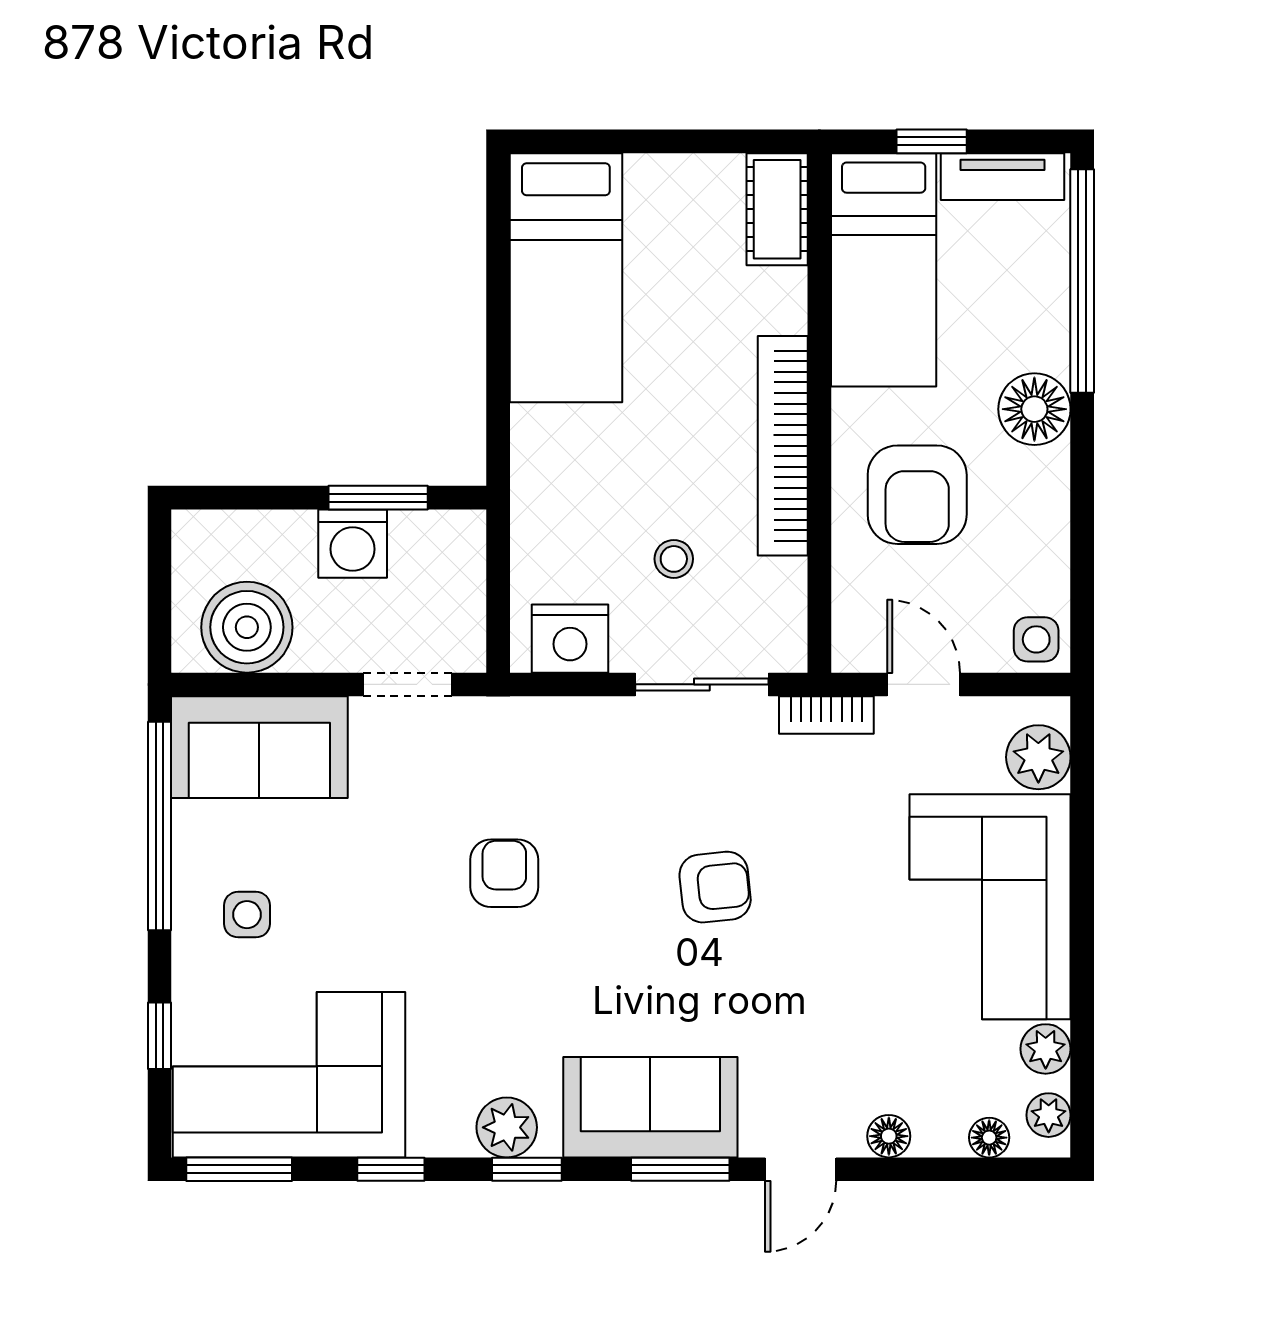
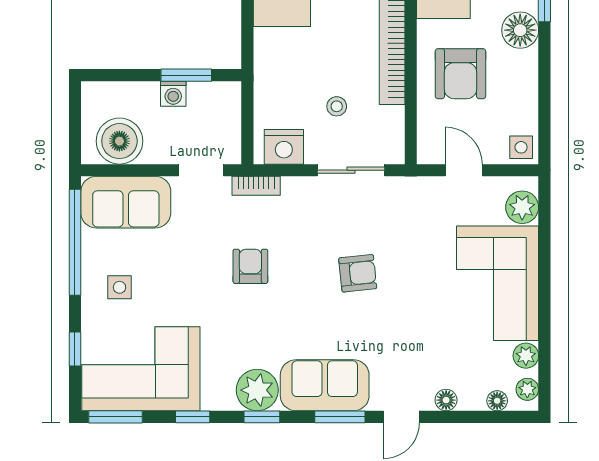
washing machine: (353, 544) -> (173, 94), width x0.73, depth x0.73
bookcase: (826, 715) -> (256, 186), moved
plant: (507, 1127) -> (257, 390), width x1.36, depth x1.36

